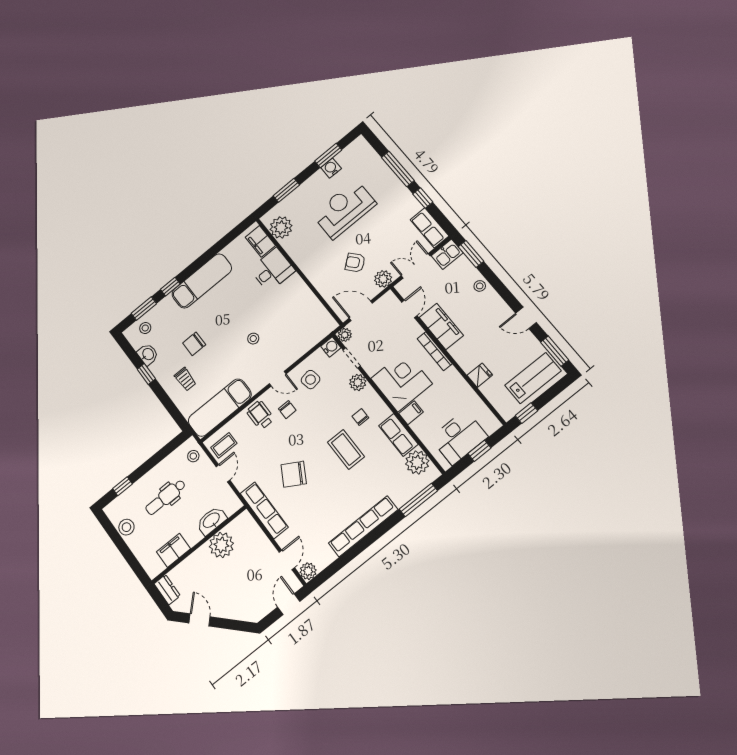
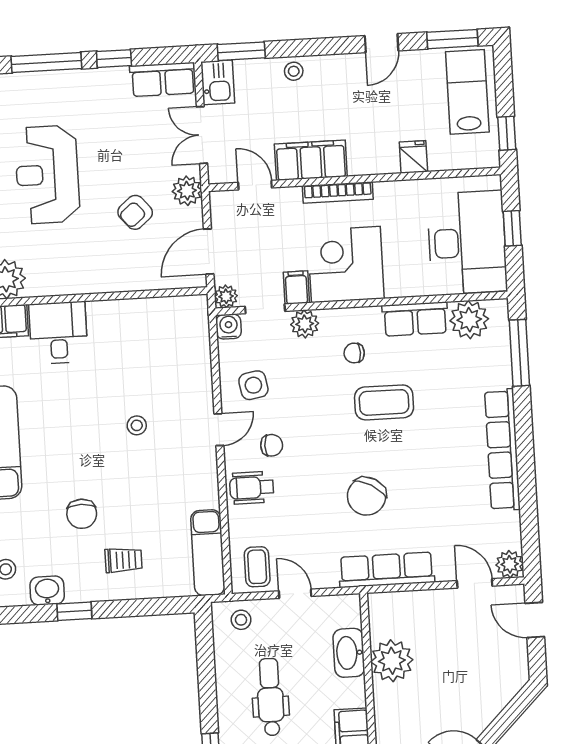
exam couch: (220, 408) -> (208, 553), width x0.73, depth x0.69
filing cabinet: (411, 413) -> (296, 288), moved
desk: (459, 437) -> (467, 243), width x1.36, depth x1.30
dental chair: (166, 497) -> (270, 697), turned 180

